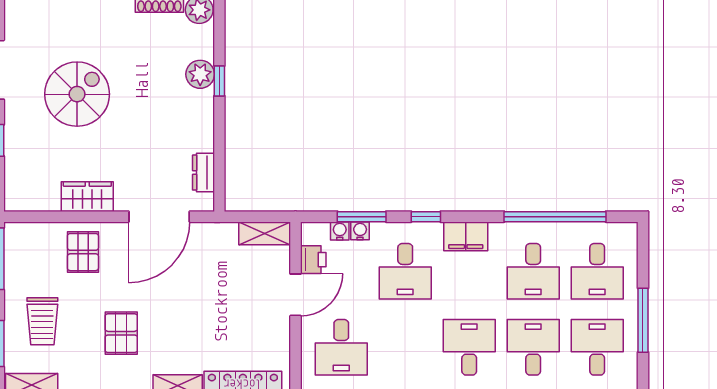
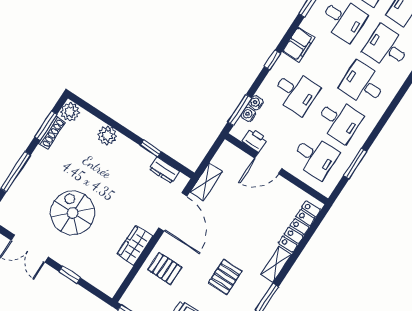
window: (219, 81) -> (151, 148), moved
window: (362, 217) -> (240, 110), moved
shelving: (265, 233) -> (206, 182), moved
door: (295, 295) -> (268, 163), swing flipped
pallet: (121, 333) -> (225, 277), turned 90
desk: (405, 347) -> (339, 120), added

